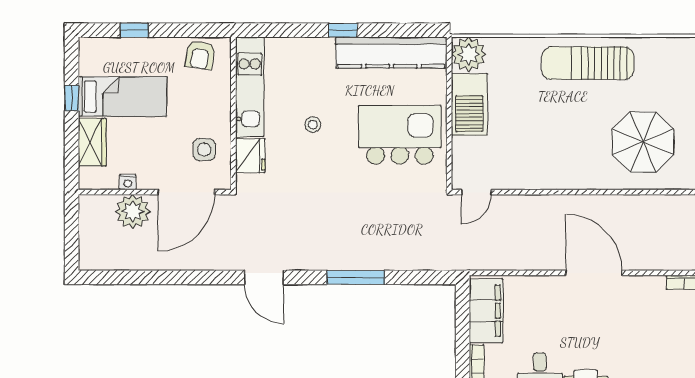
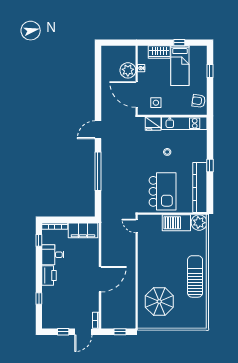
window: (356, 277) -> (98, 171), width x1.46

